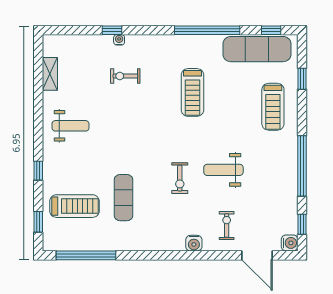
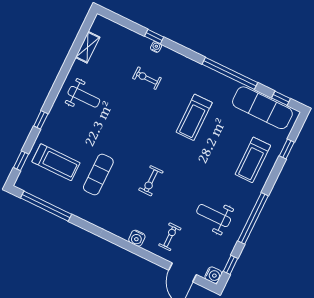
weight bench: (223, 170) -> (214, 216), moved

